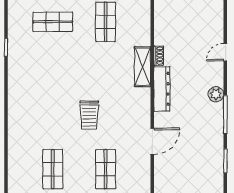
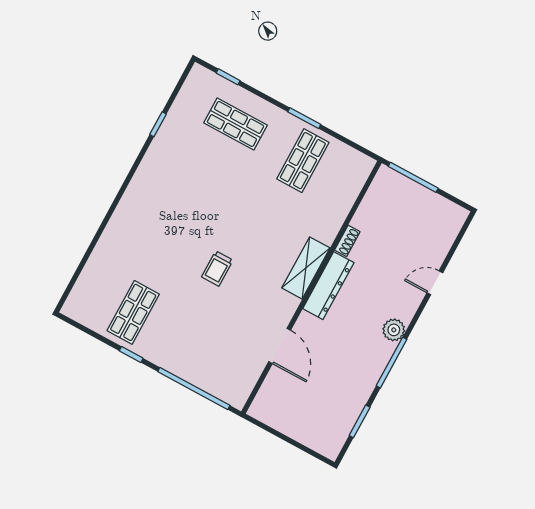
shelving: (143, 67) -> (306, 268), moved
trolley: (89, 115) -> (217, 269), width x0.73, depth x0.72
door: (152, 141) -> (280, 346), hinge flipped
shop shelf: (106, 169) -> (201, 349), removed

